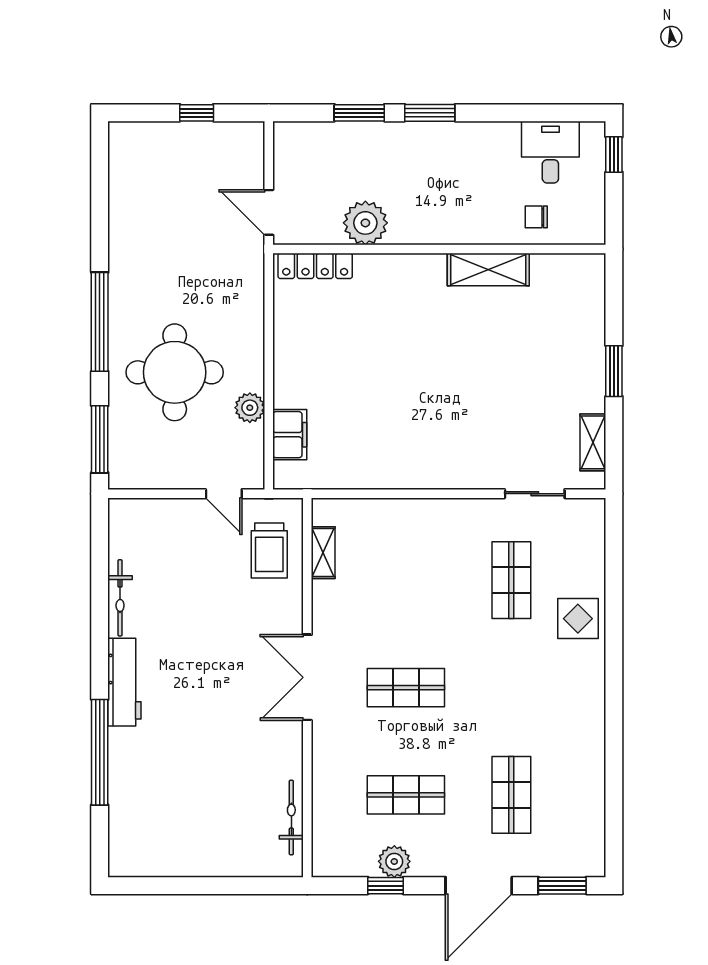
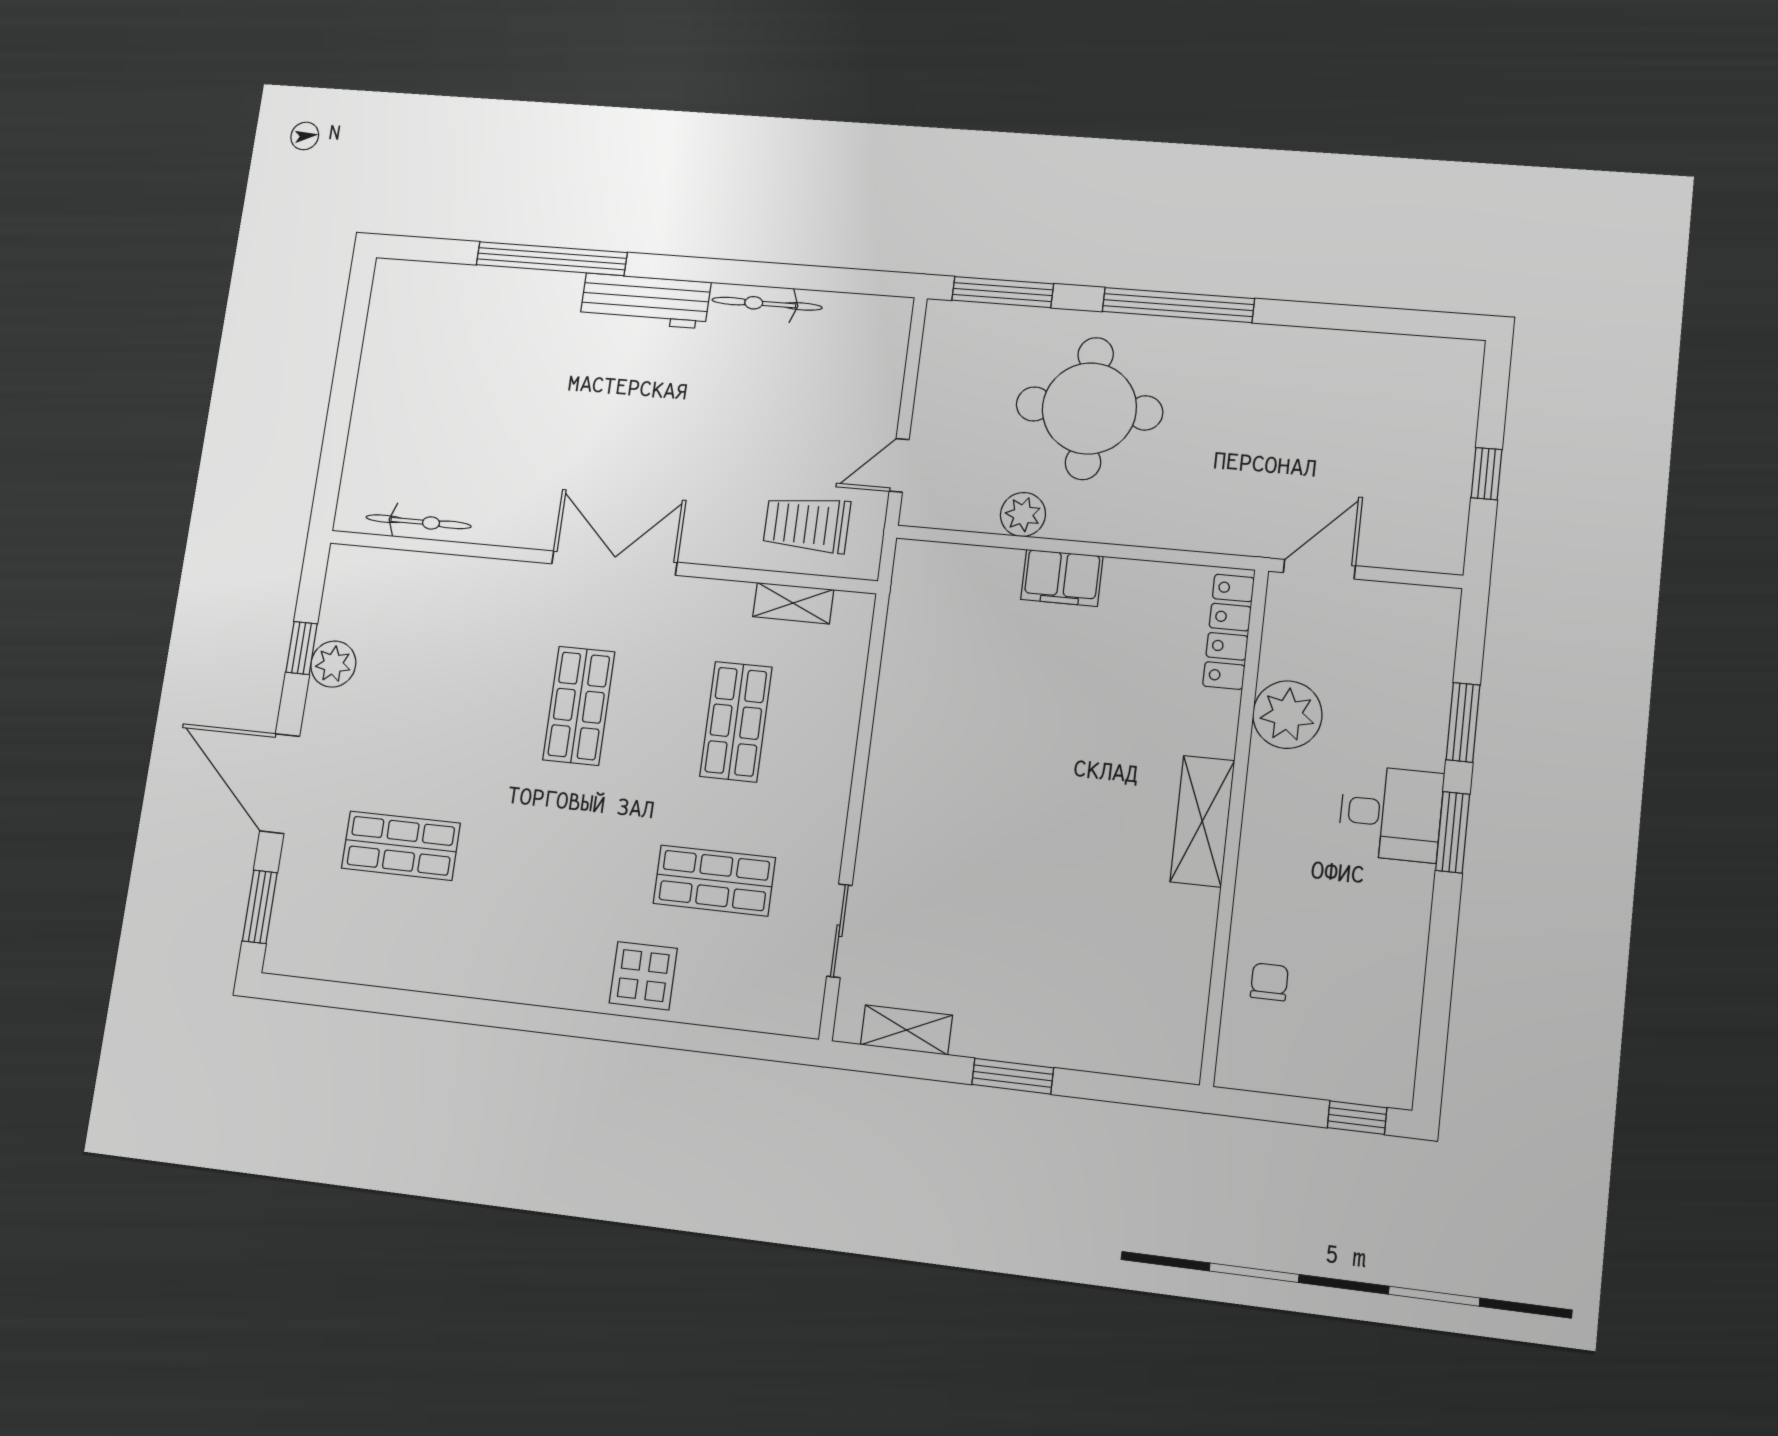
desk: (550, 152) -> (1391, 814), moved
shelving: (488, 269) -> (1202, 821), moved
filing cabinet: (290, 435) -> (1062, 578), moved
shop shelf: (406, 795) -> (736, 722), moved

